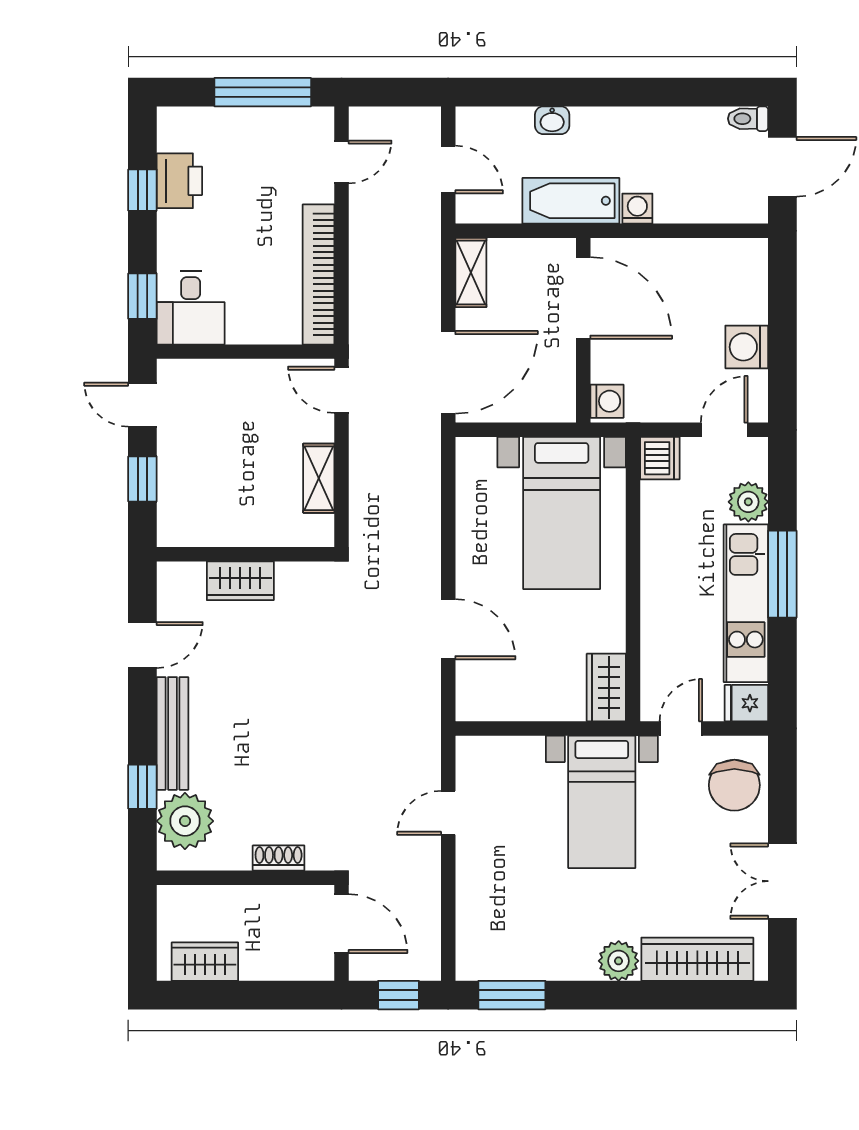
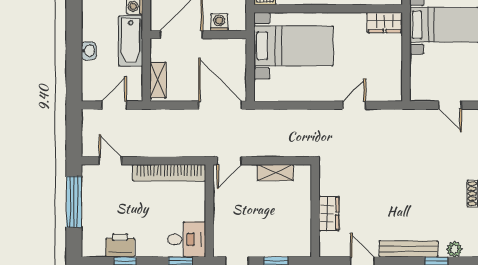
shelving: (471, 272) -> (158, 80), moved, turned 90
washing machine: (607, 401) -> (219, 22), moved
door: (448, 629) -> (354, 105), width x0.73
plant: (185, 821) -> (454, 249), width x0.53, depth x0.53

